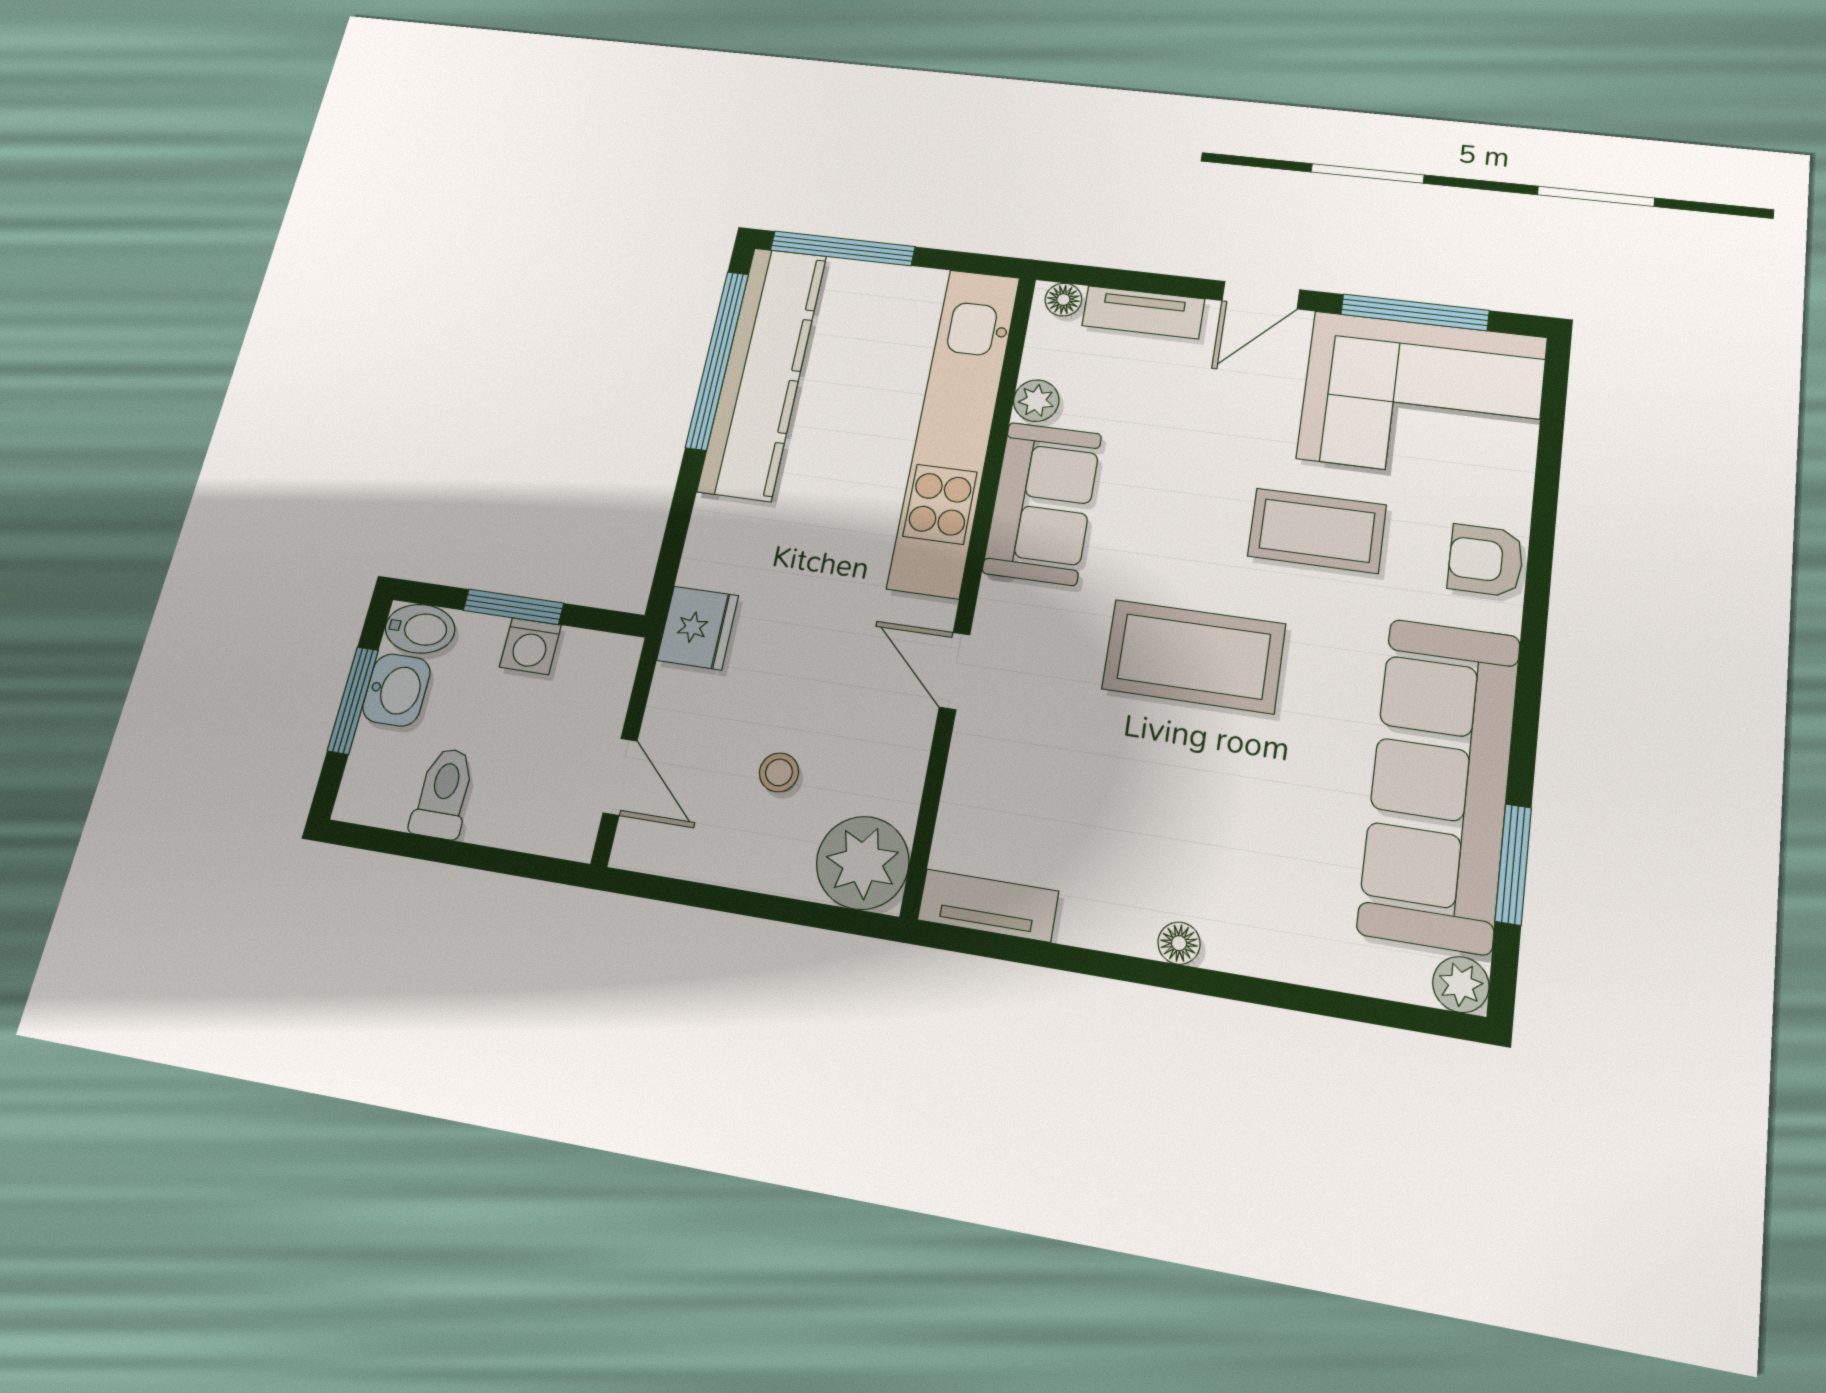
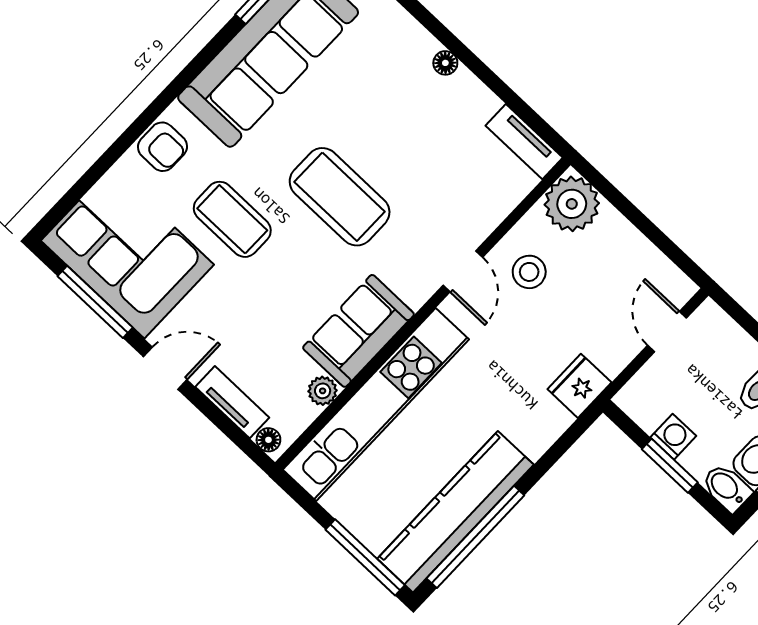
stool: (779, 772) -> (529, 272), moved, width x1.37, depth x1.37

